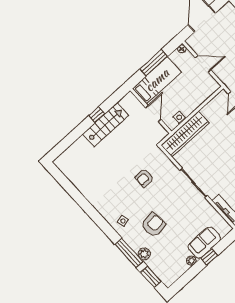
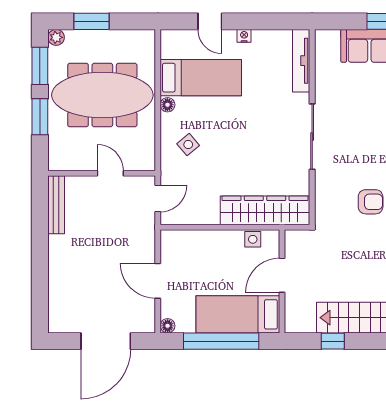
window: (154, 63) -> (221, 341), width x1.46
window: (97, 115) -> (333, 341), moved

